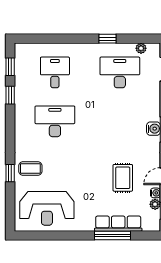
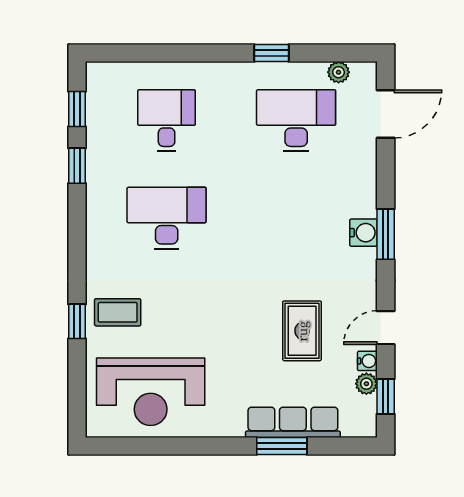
window: (113, 235) -> (282, 446), width x0.69

